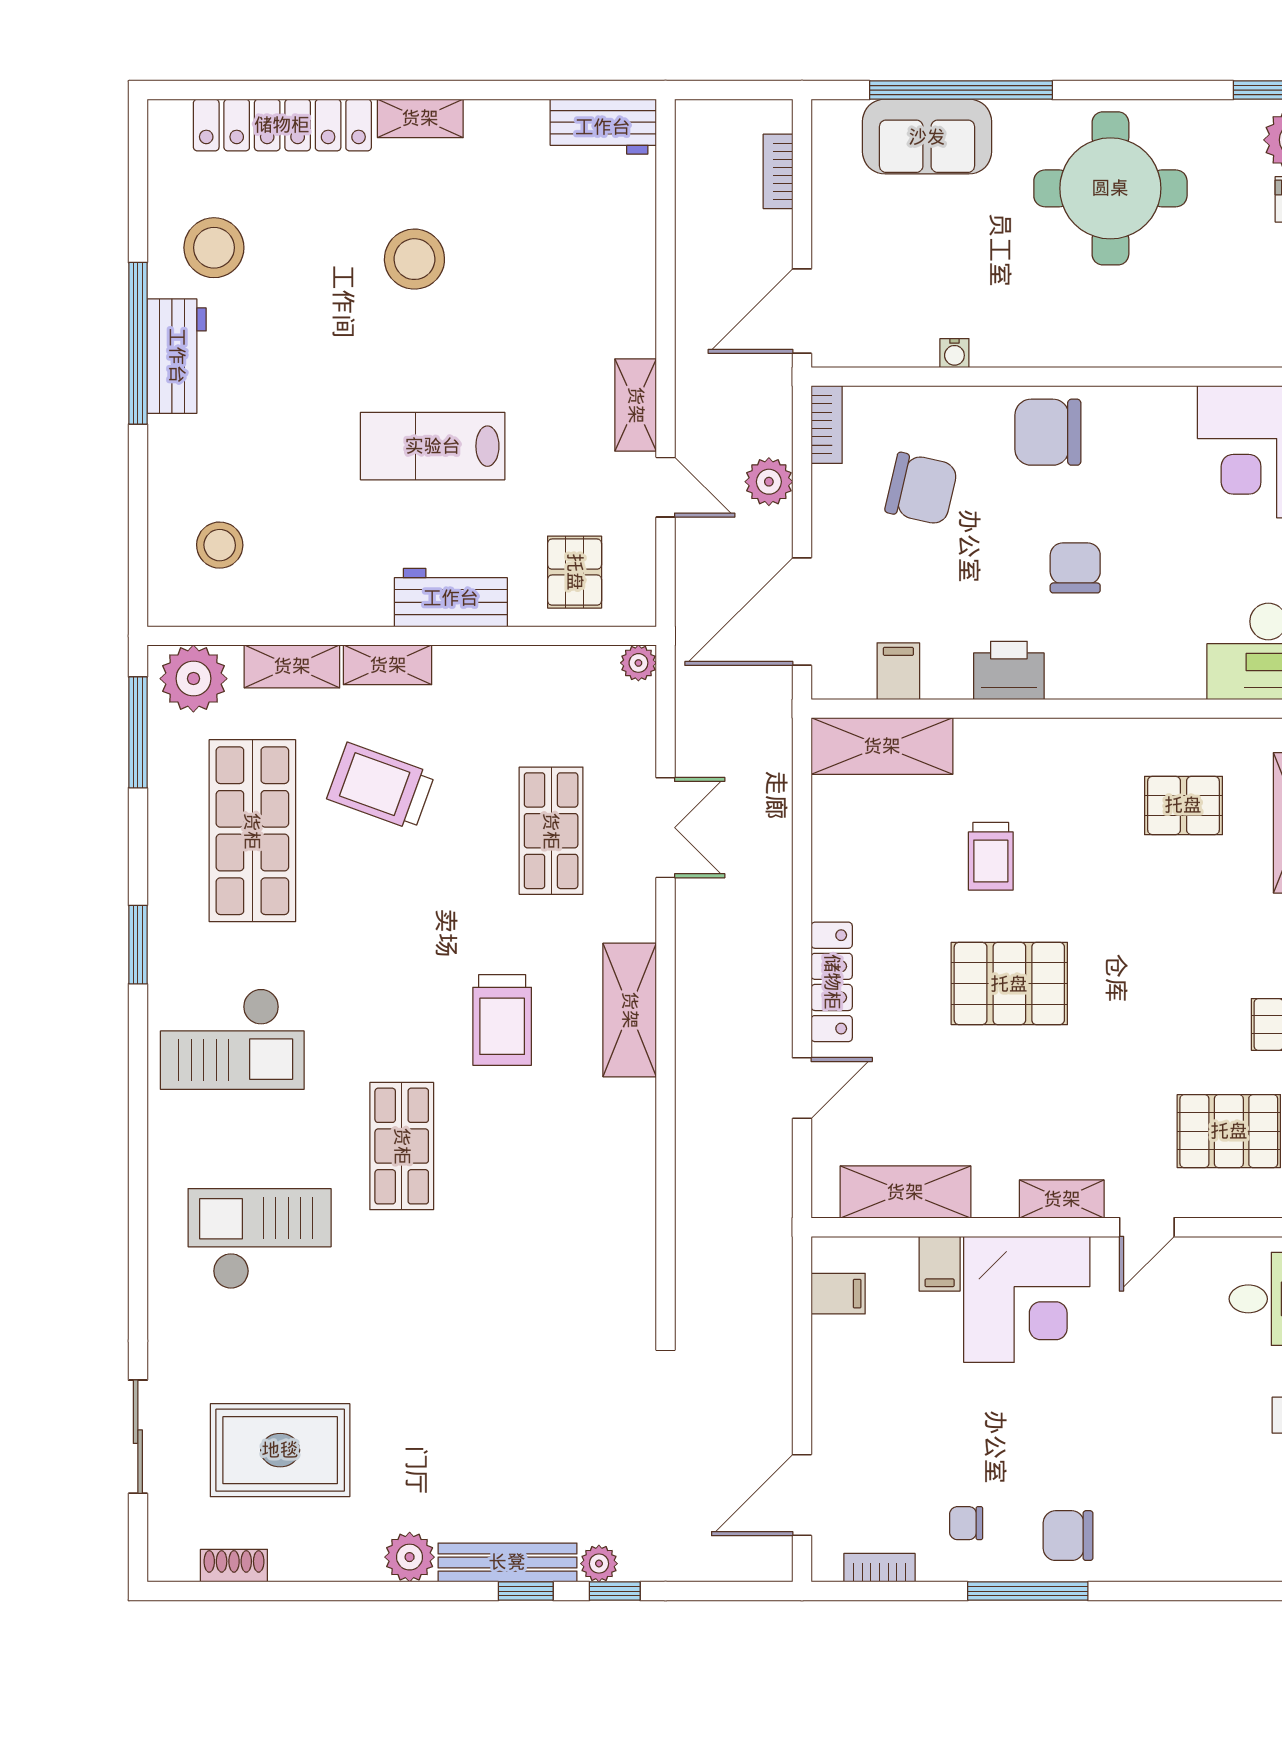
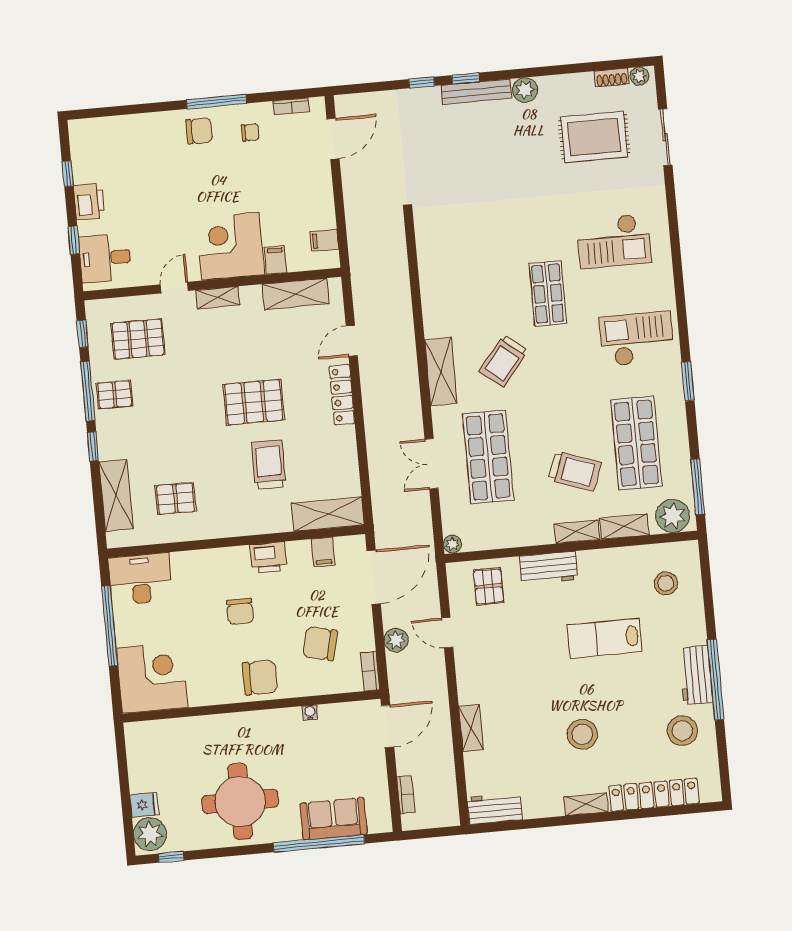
shelving: (636, 405) -> (471, 728), moved
lab bench: (433, 446) -> (605, 638), moved, turned 180
shop shelf: (551, 831) -> (488, 457), width x1.43, depth x1.36
trolley: (991, 856) -> (269, 464), width x1.36, depth x1.39
trolley: (502, 1020) -> (504, 361), turned -141
plant: (599, 1564) -> (639, 76), moved

